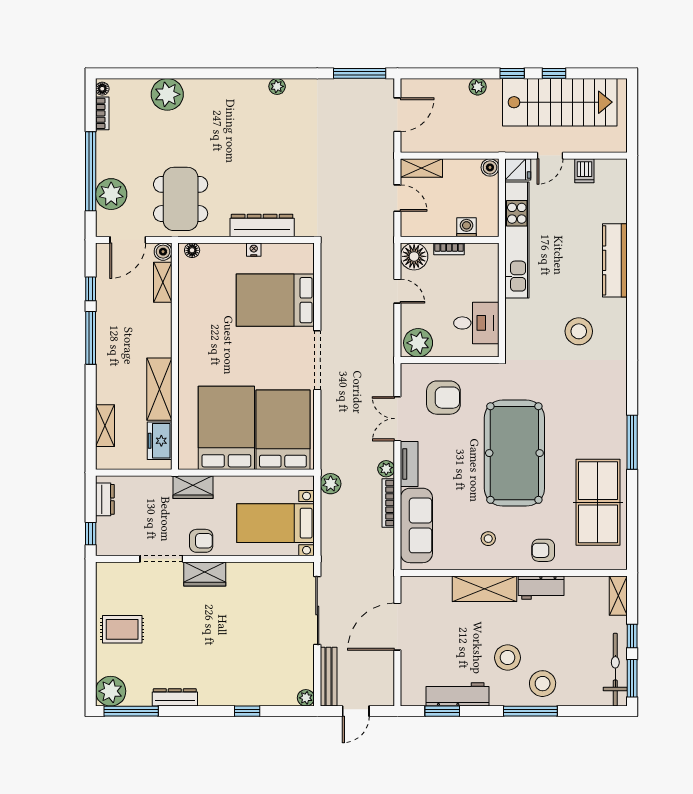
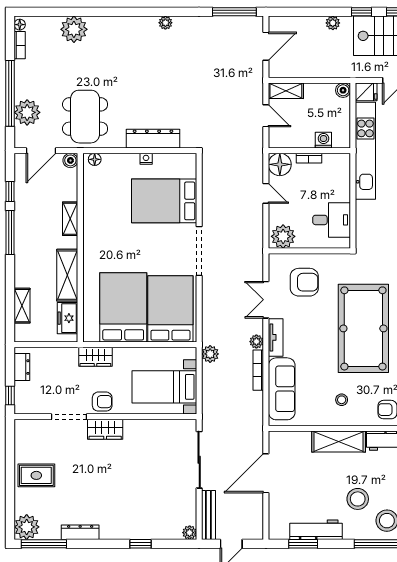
shelving: (163, 282) -> (70, 219), moved

